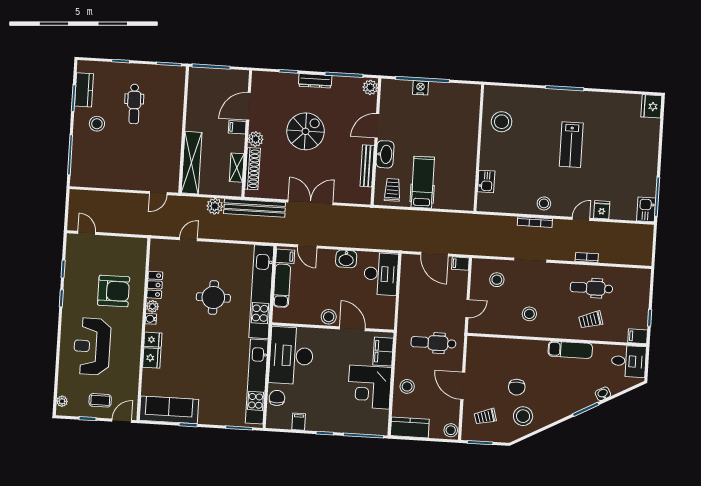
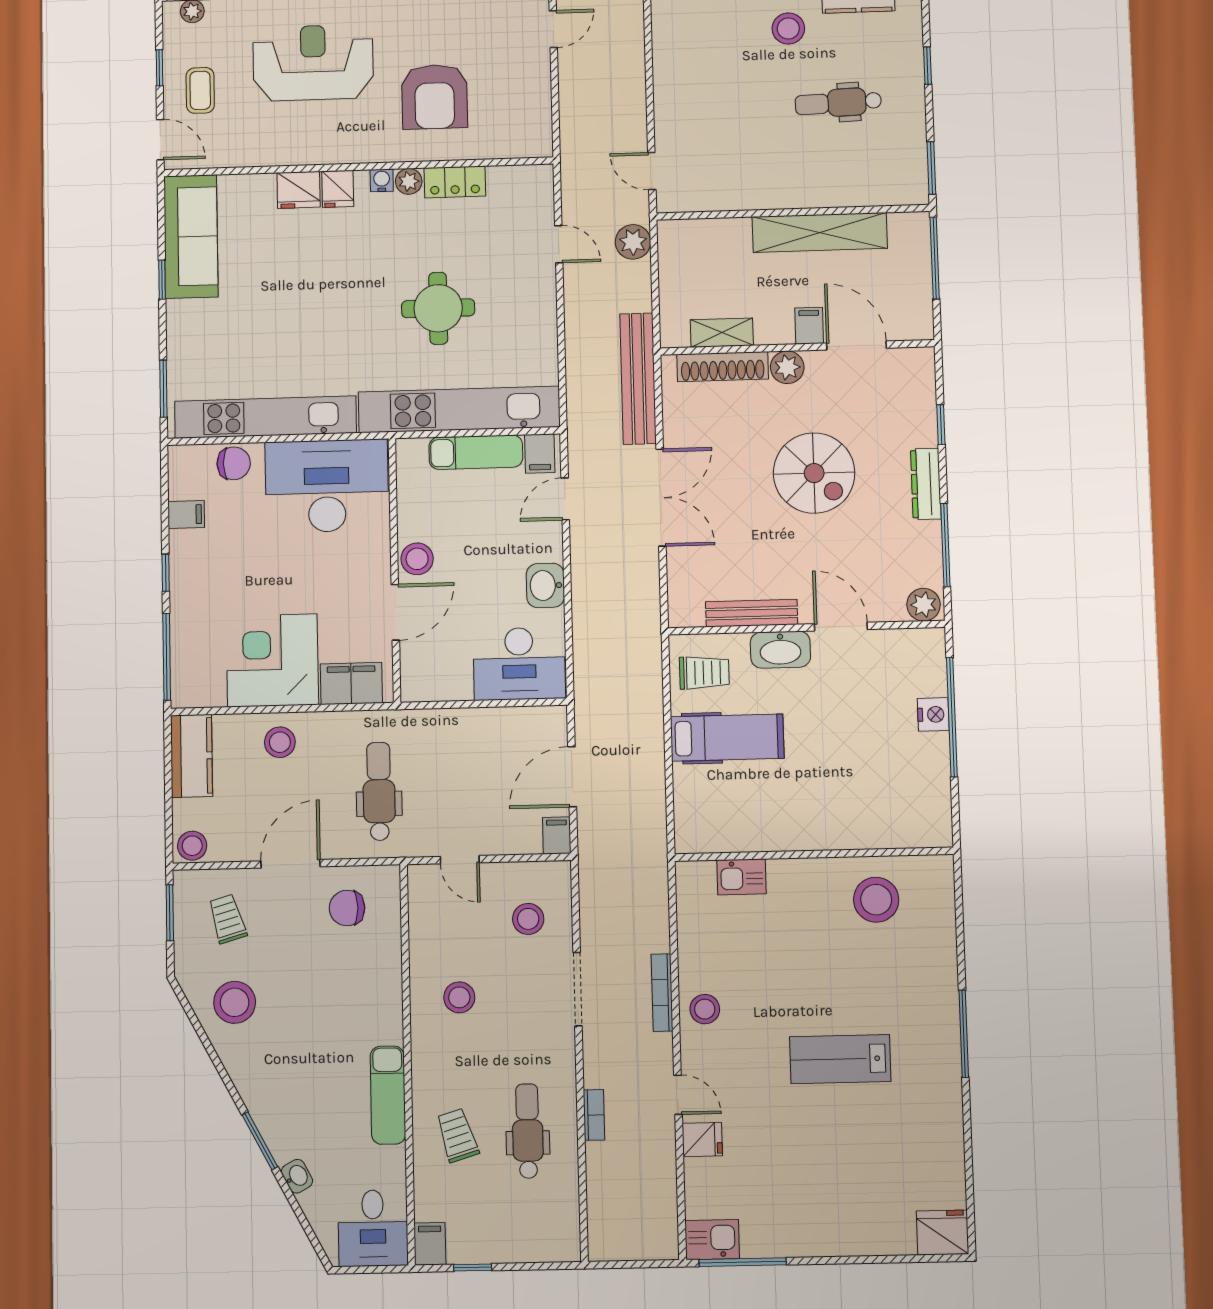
shelving: (192, 163) -> (820, 232), moved
plant: (215, 206) -> (633, 242), moved
chair: (517, 387) -> (347, 908), moved

